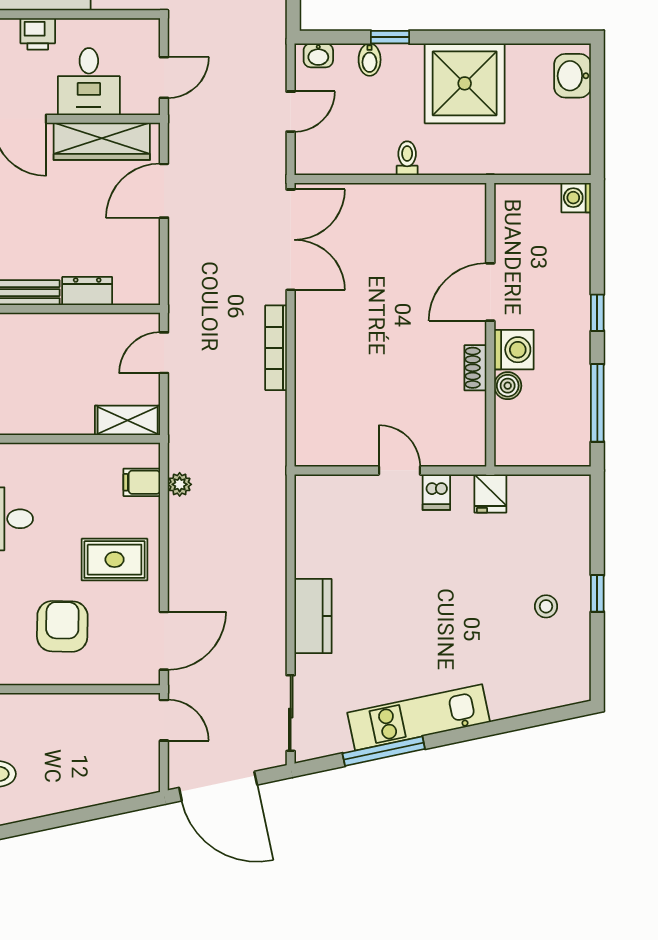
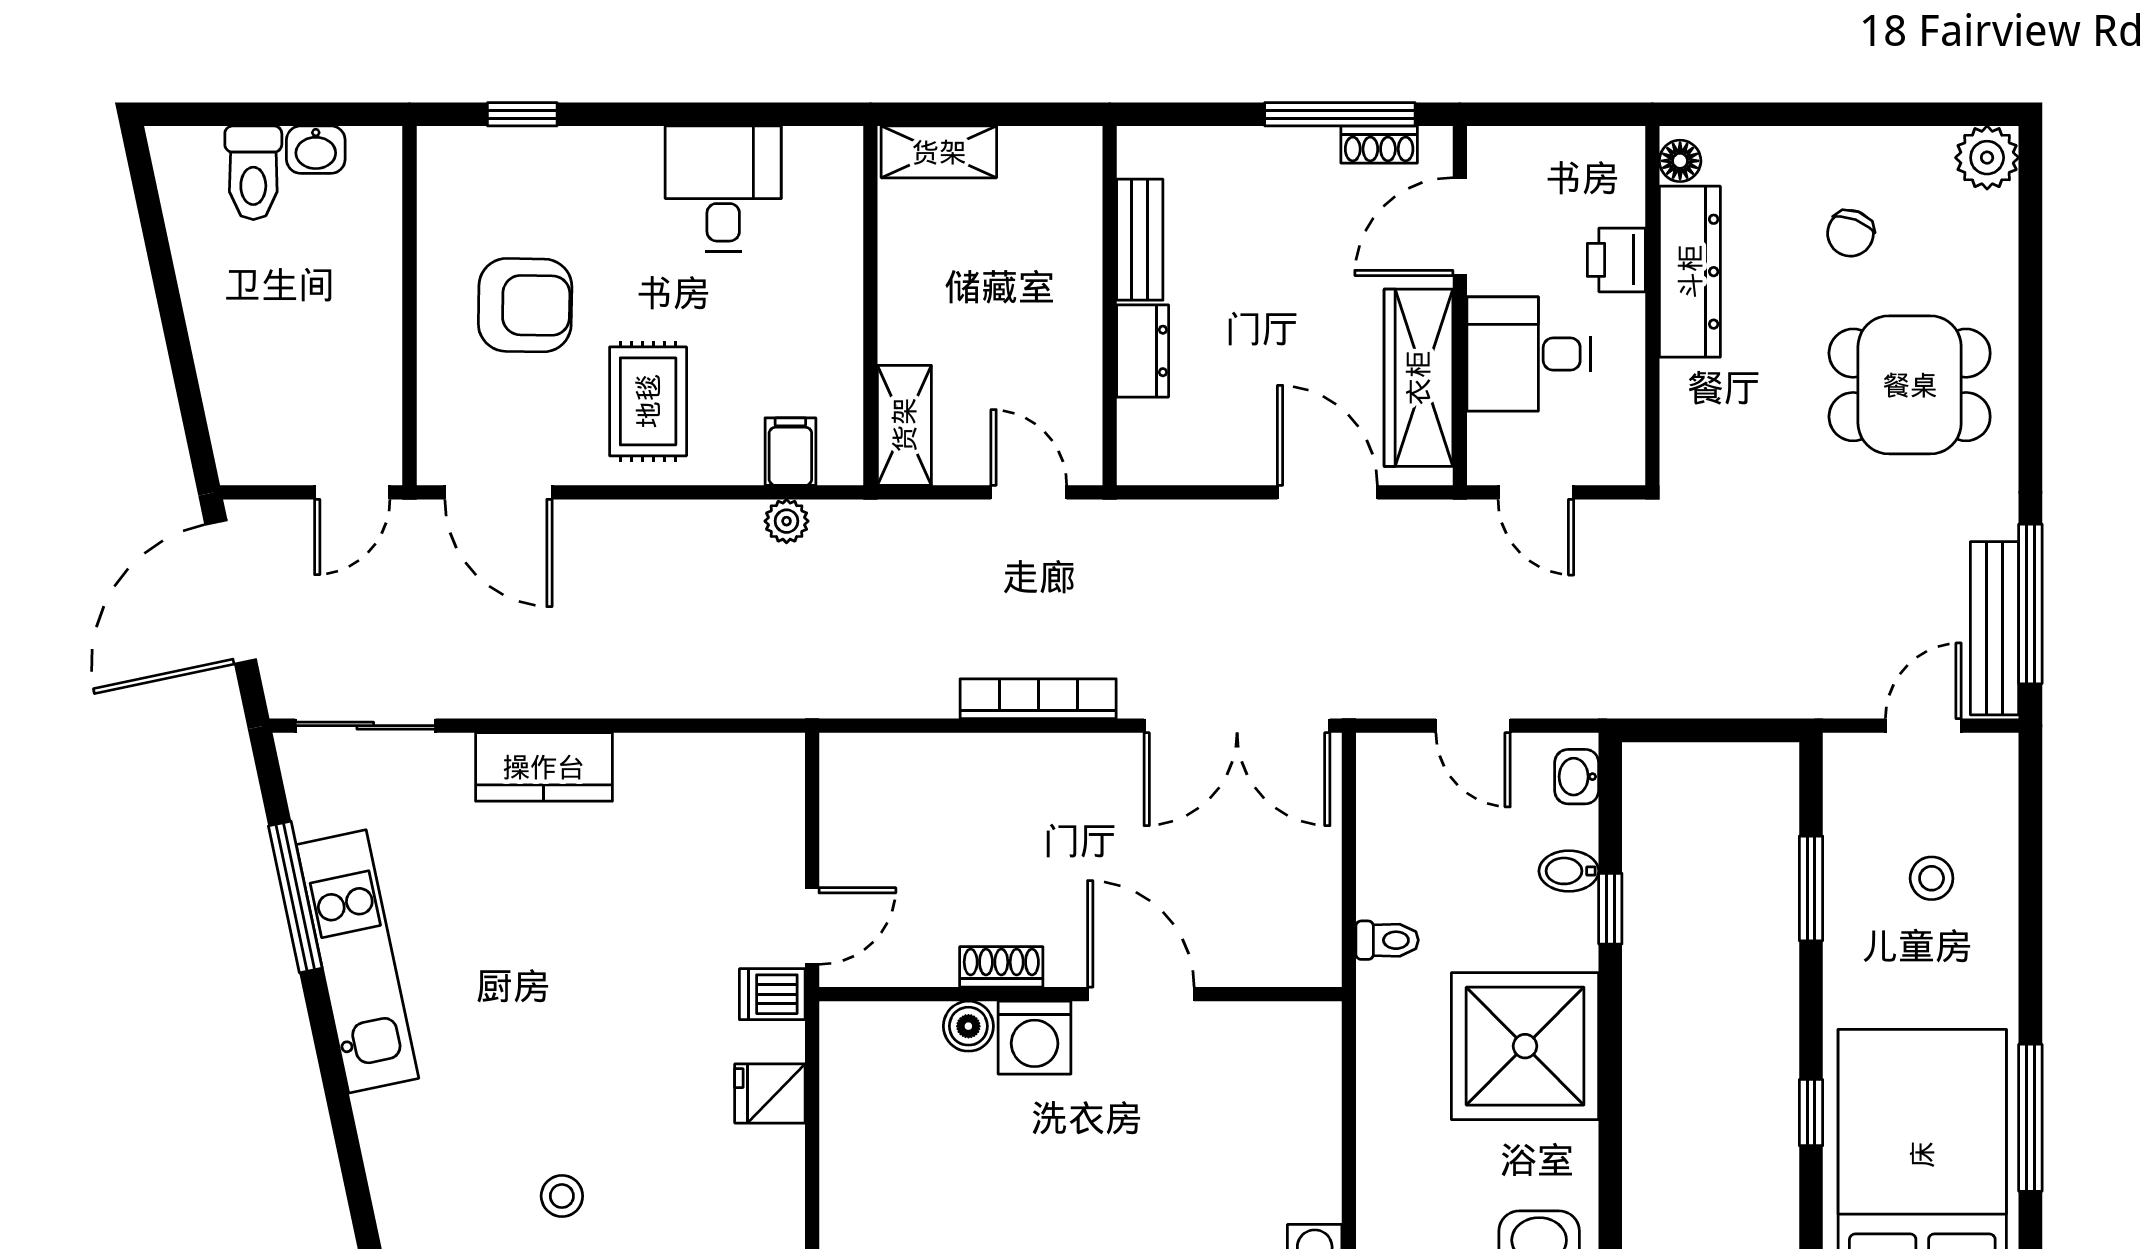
door: (490, 292) -> (1141, 994), moved
wall: (490, 325) -> (1080, 994), moved
washing machine: (514, 350) -> (1035, 1038), moved
shoe rack: (475, 368) -> (1001, 967), moved
boiler: (508, 386) -> (968, 1026), moved

